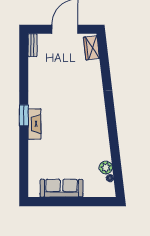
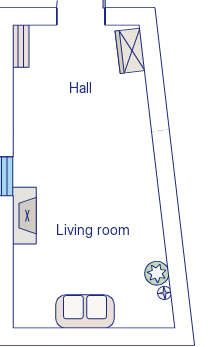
fireplace: (34, 124) -> (24, 216), moved
sofa: (62, 188) -> (85, 312), width x0.73

